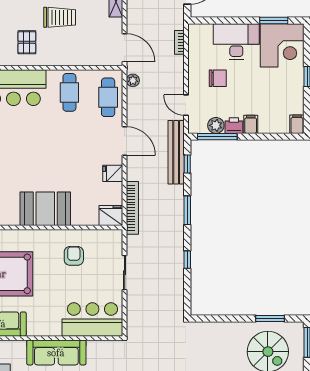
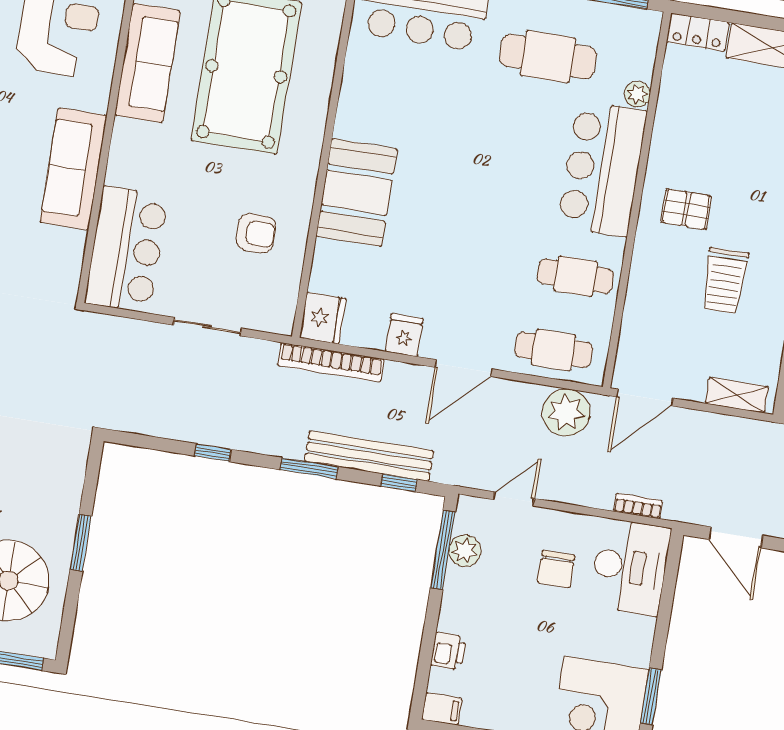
desk: (236, 41) -> (630, 567), moved
plant: (133, 80) -> (566, 413), width x1.87, depth x1.87
filing cabinet: (251, 124) -> (456, 619), removed
printer: (234, 126) -> (448, 651), moved
bench: (176, 152) -> (369, 456), moved
window: (270, 318) -> (81, 543), moved

